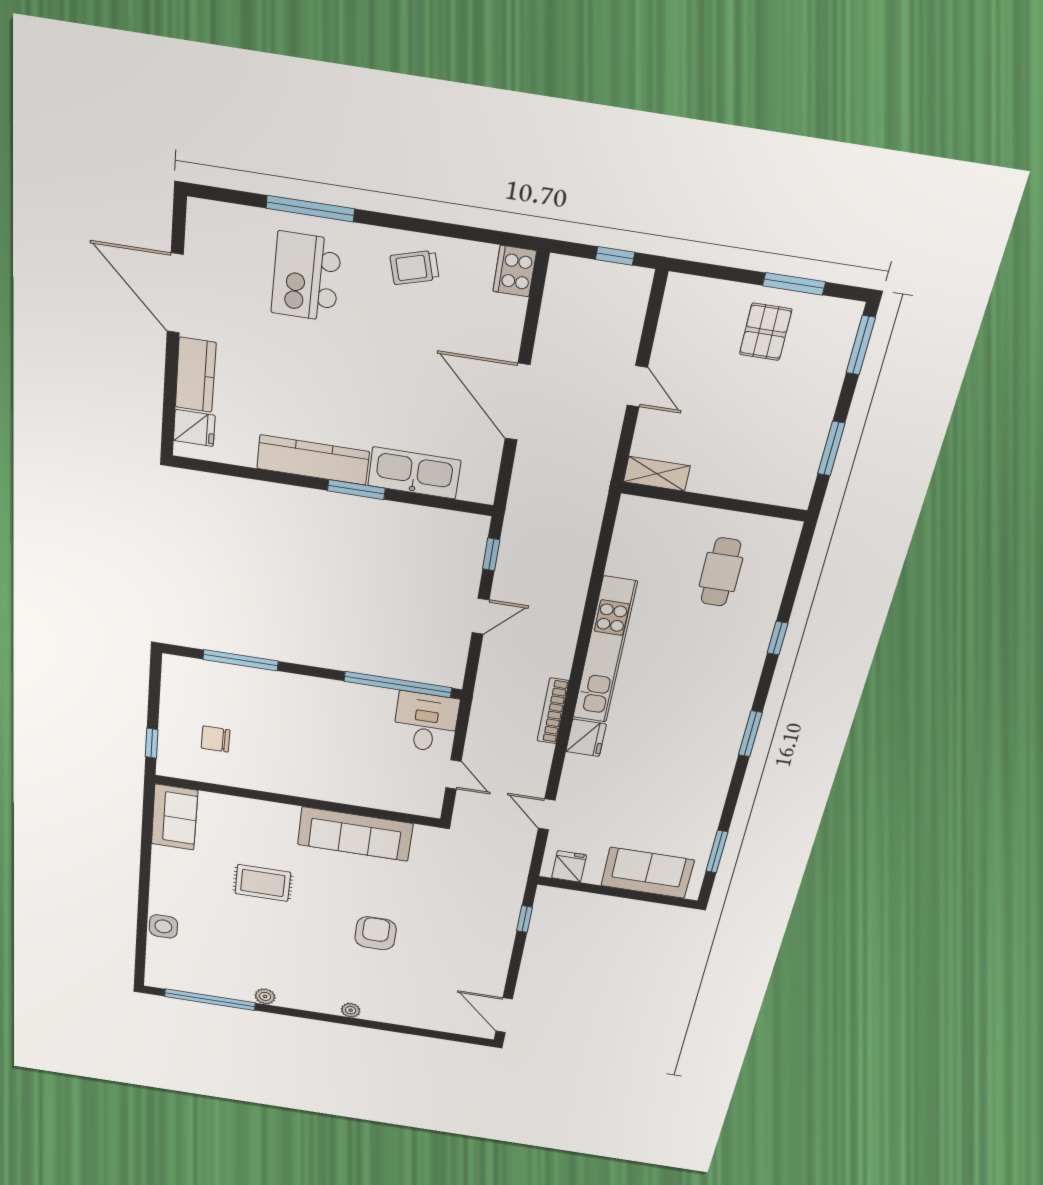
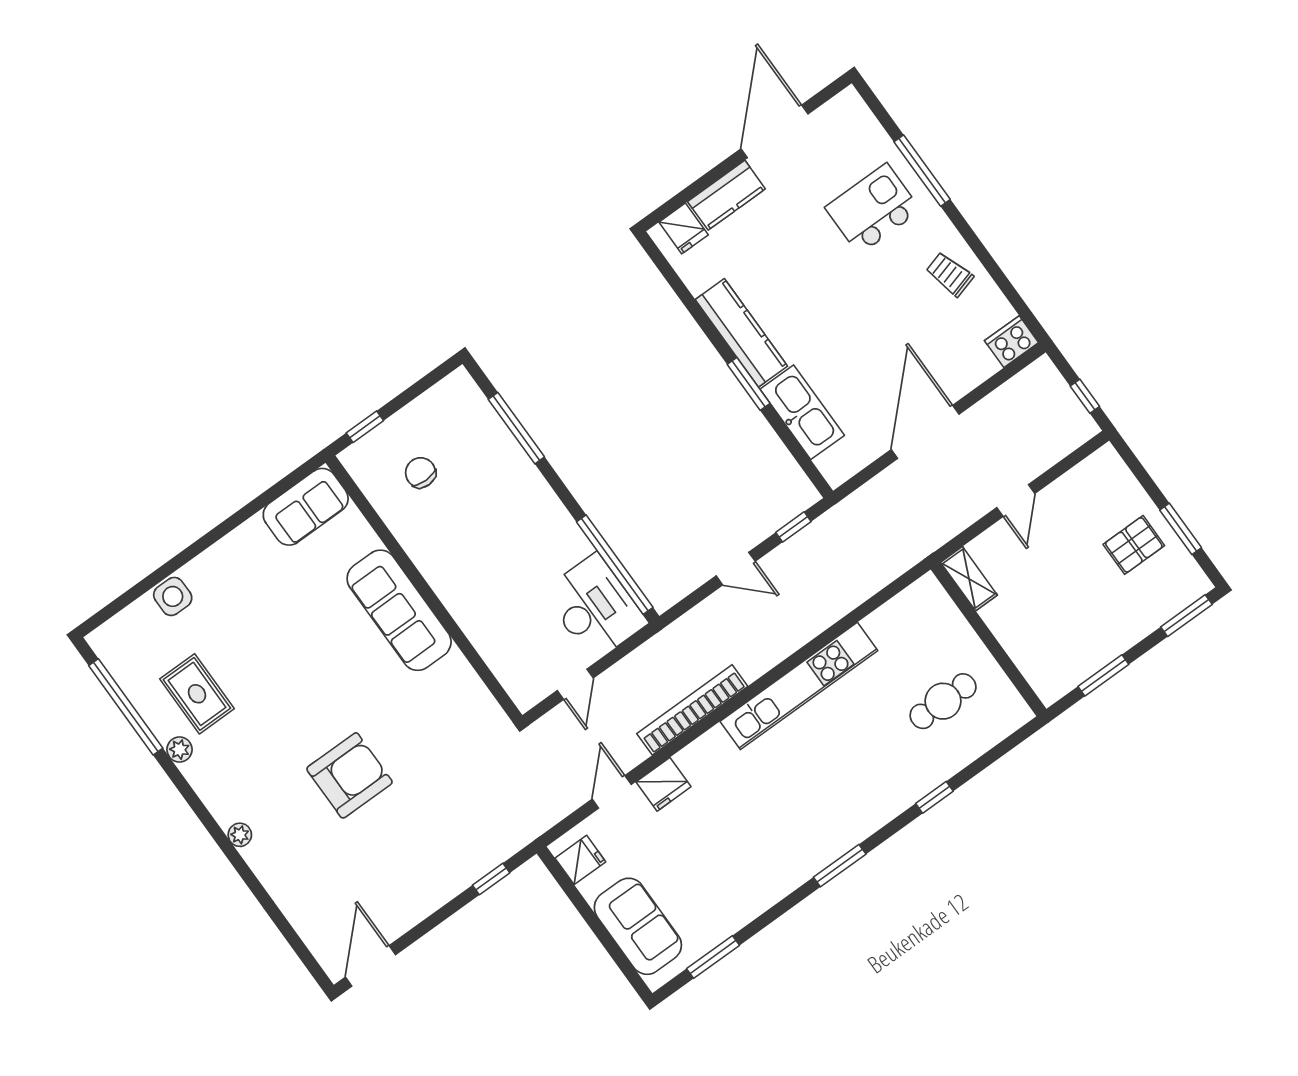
bookcase: (553, 711) -> (692, 710), width x1.48, depth x1.31
desk: (426, 722) -> (595, 607), width x1.37
fridge: (586, 738) -> (663, 784), moved
sofa: (355, 834) -> (399, 610), moved
rug: (263, 883) -> (197, 694), moved
armchair: (376, 933) -> (349, 775), width x1.36, depth x1.36

